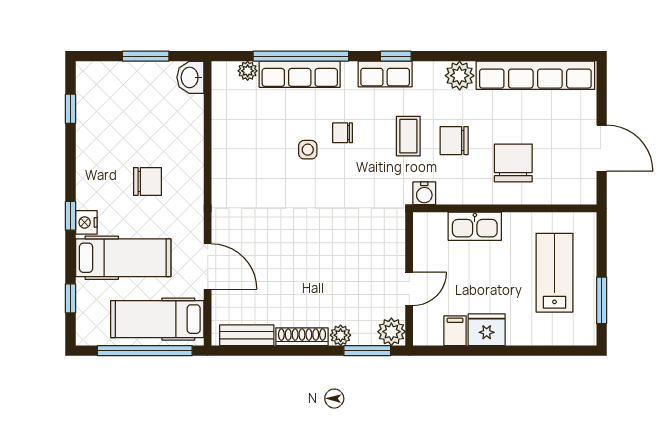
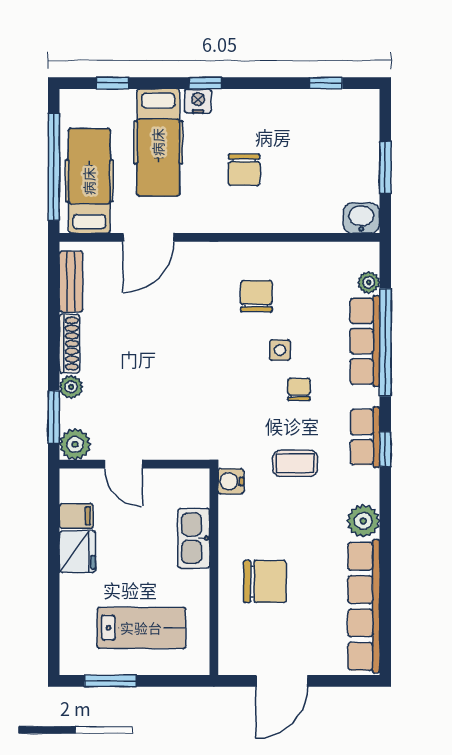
chair: (454, 141) -> (256, 296), moved

